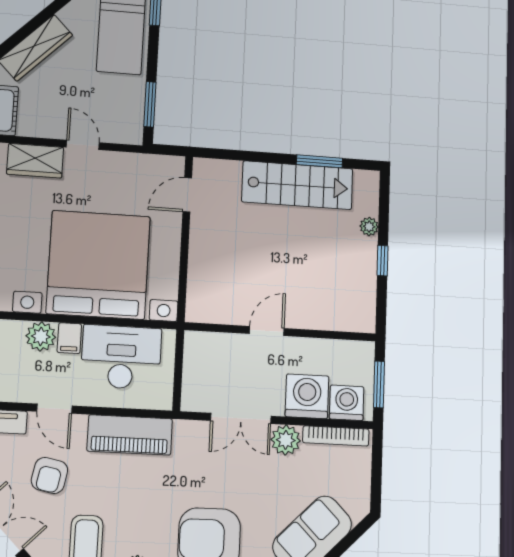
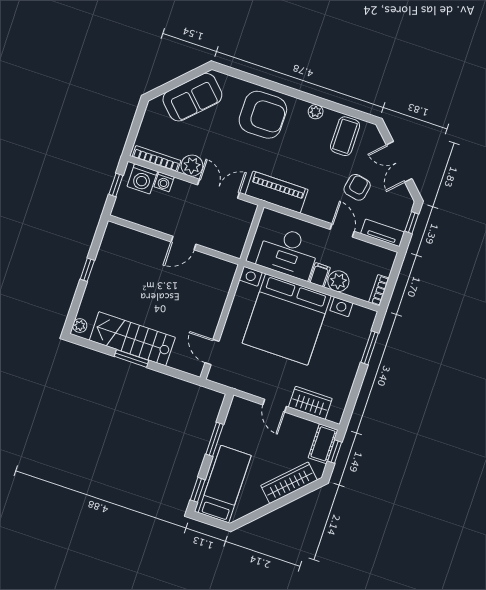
window: (150, 104) -> (215, 439), moved
window: (319, 161) -> (131, 358), moved
door: (187, 195) -> (212, 352), swing flipped
plant: (369, 227) -> (80, 326), moved
window: (379, 384) -> (116, 185), width x0.67
washing machine: (307, 396) -> (164, 182), width x0.53, depth x0.53
piano: (130, 435) -> (277, 192), moved

